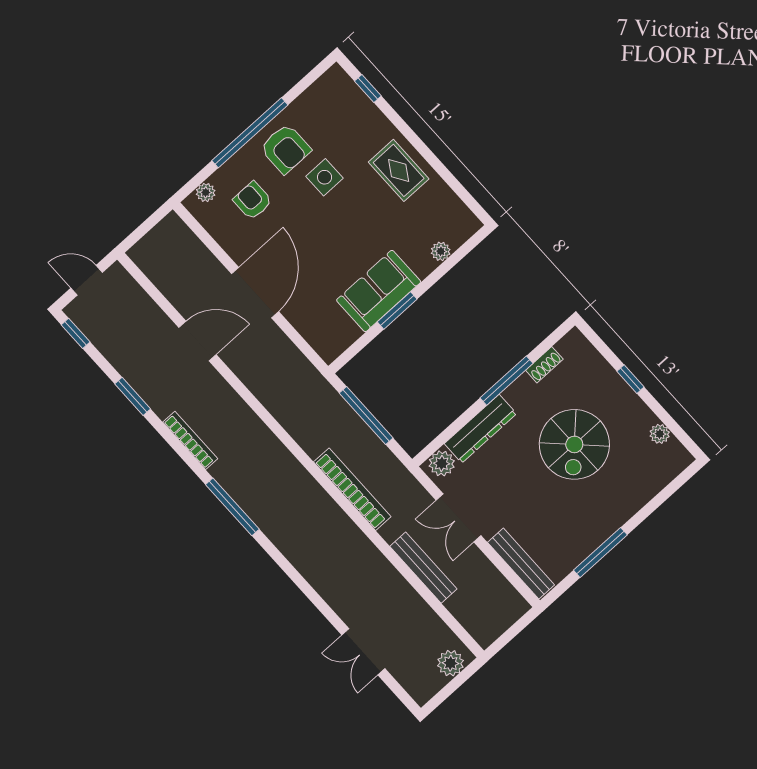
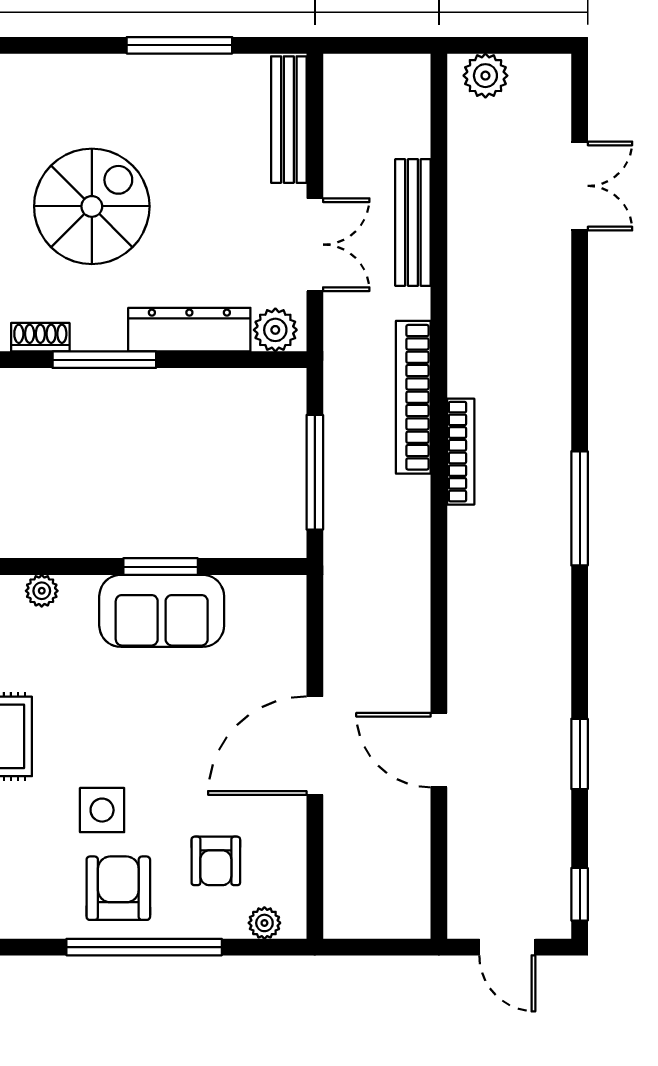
bookcase: (190, 440) -> (461, 452), moved, turned 180

